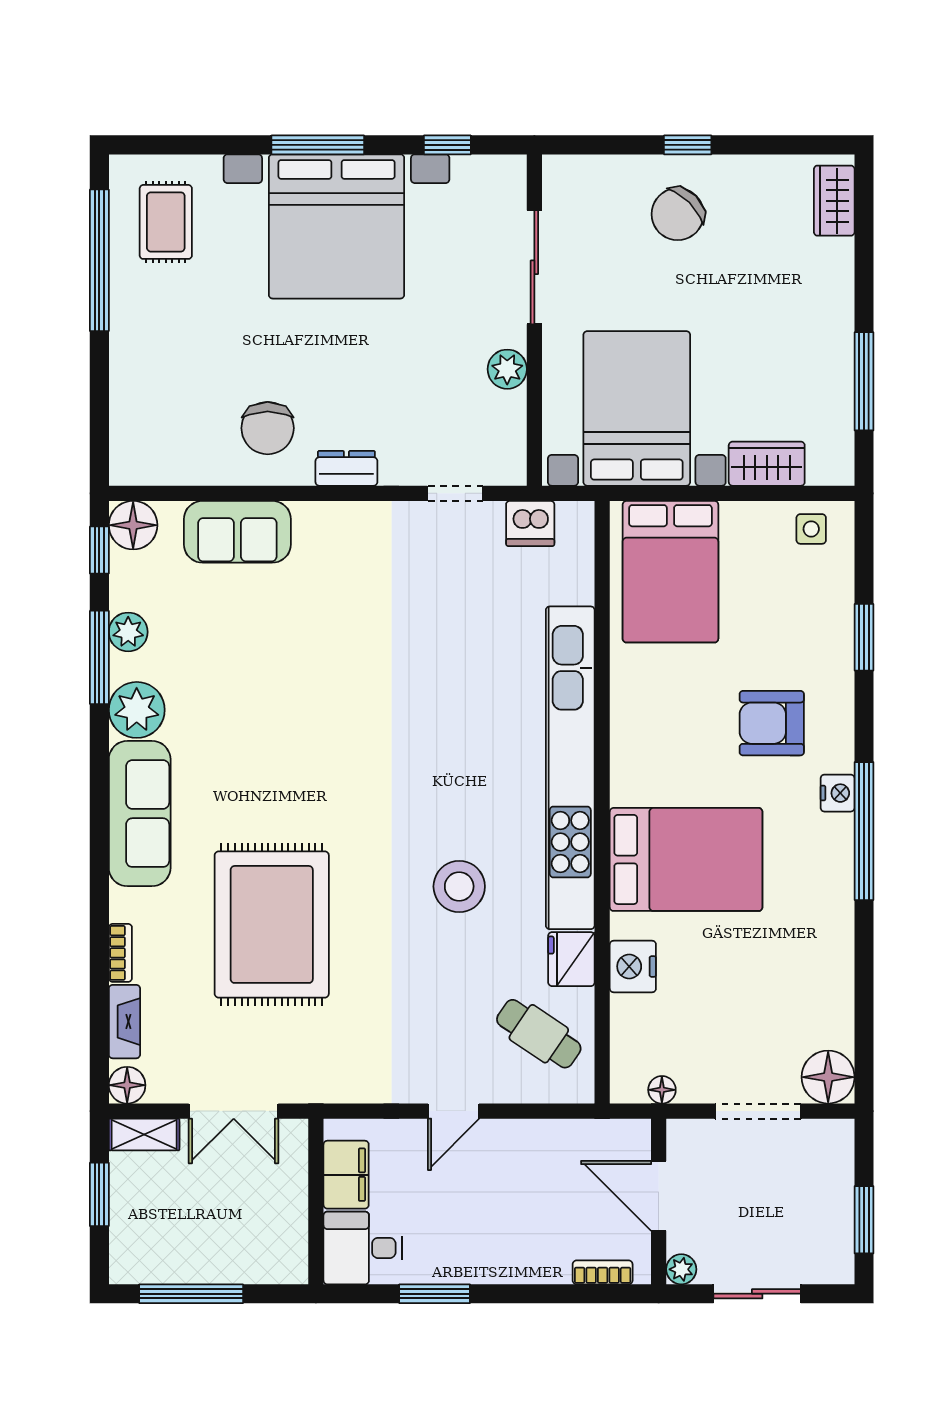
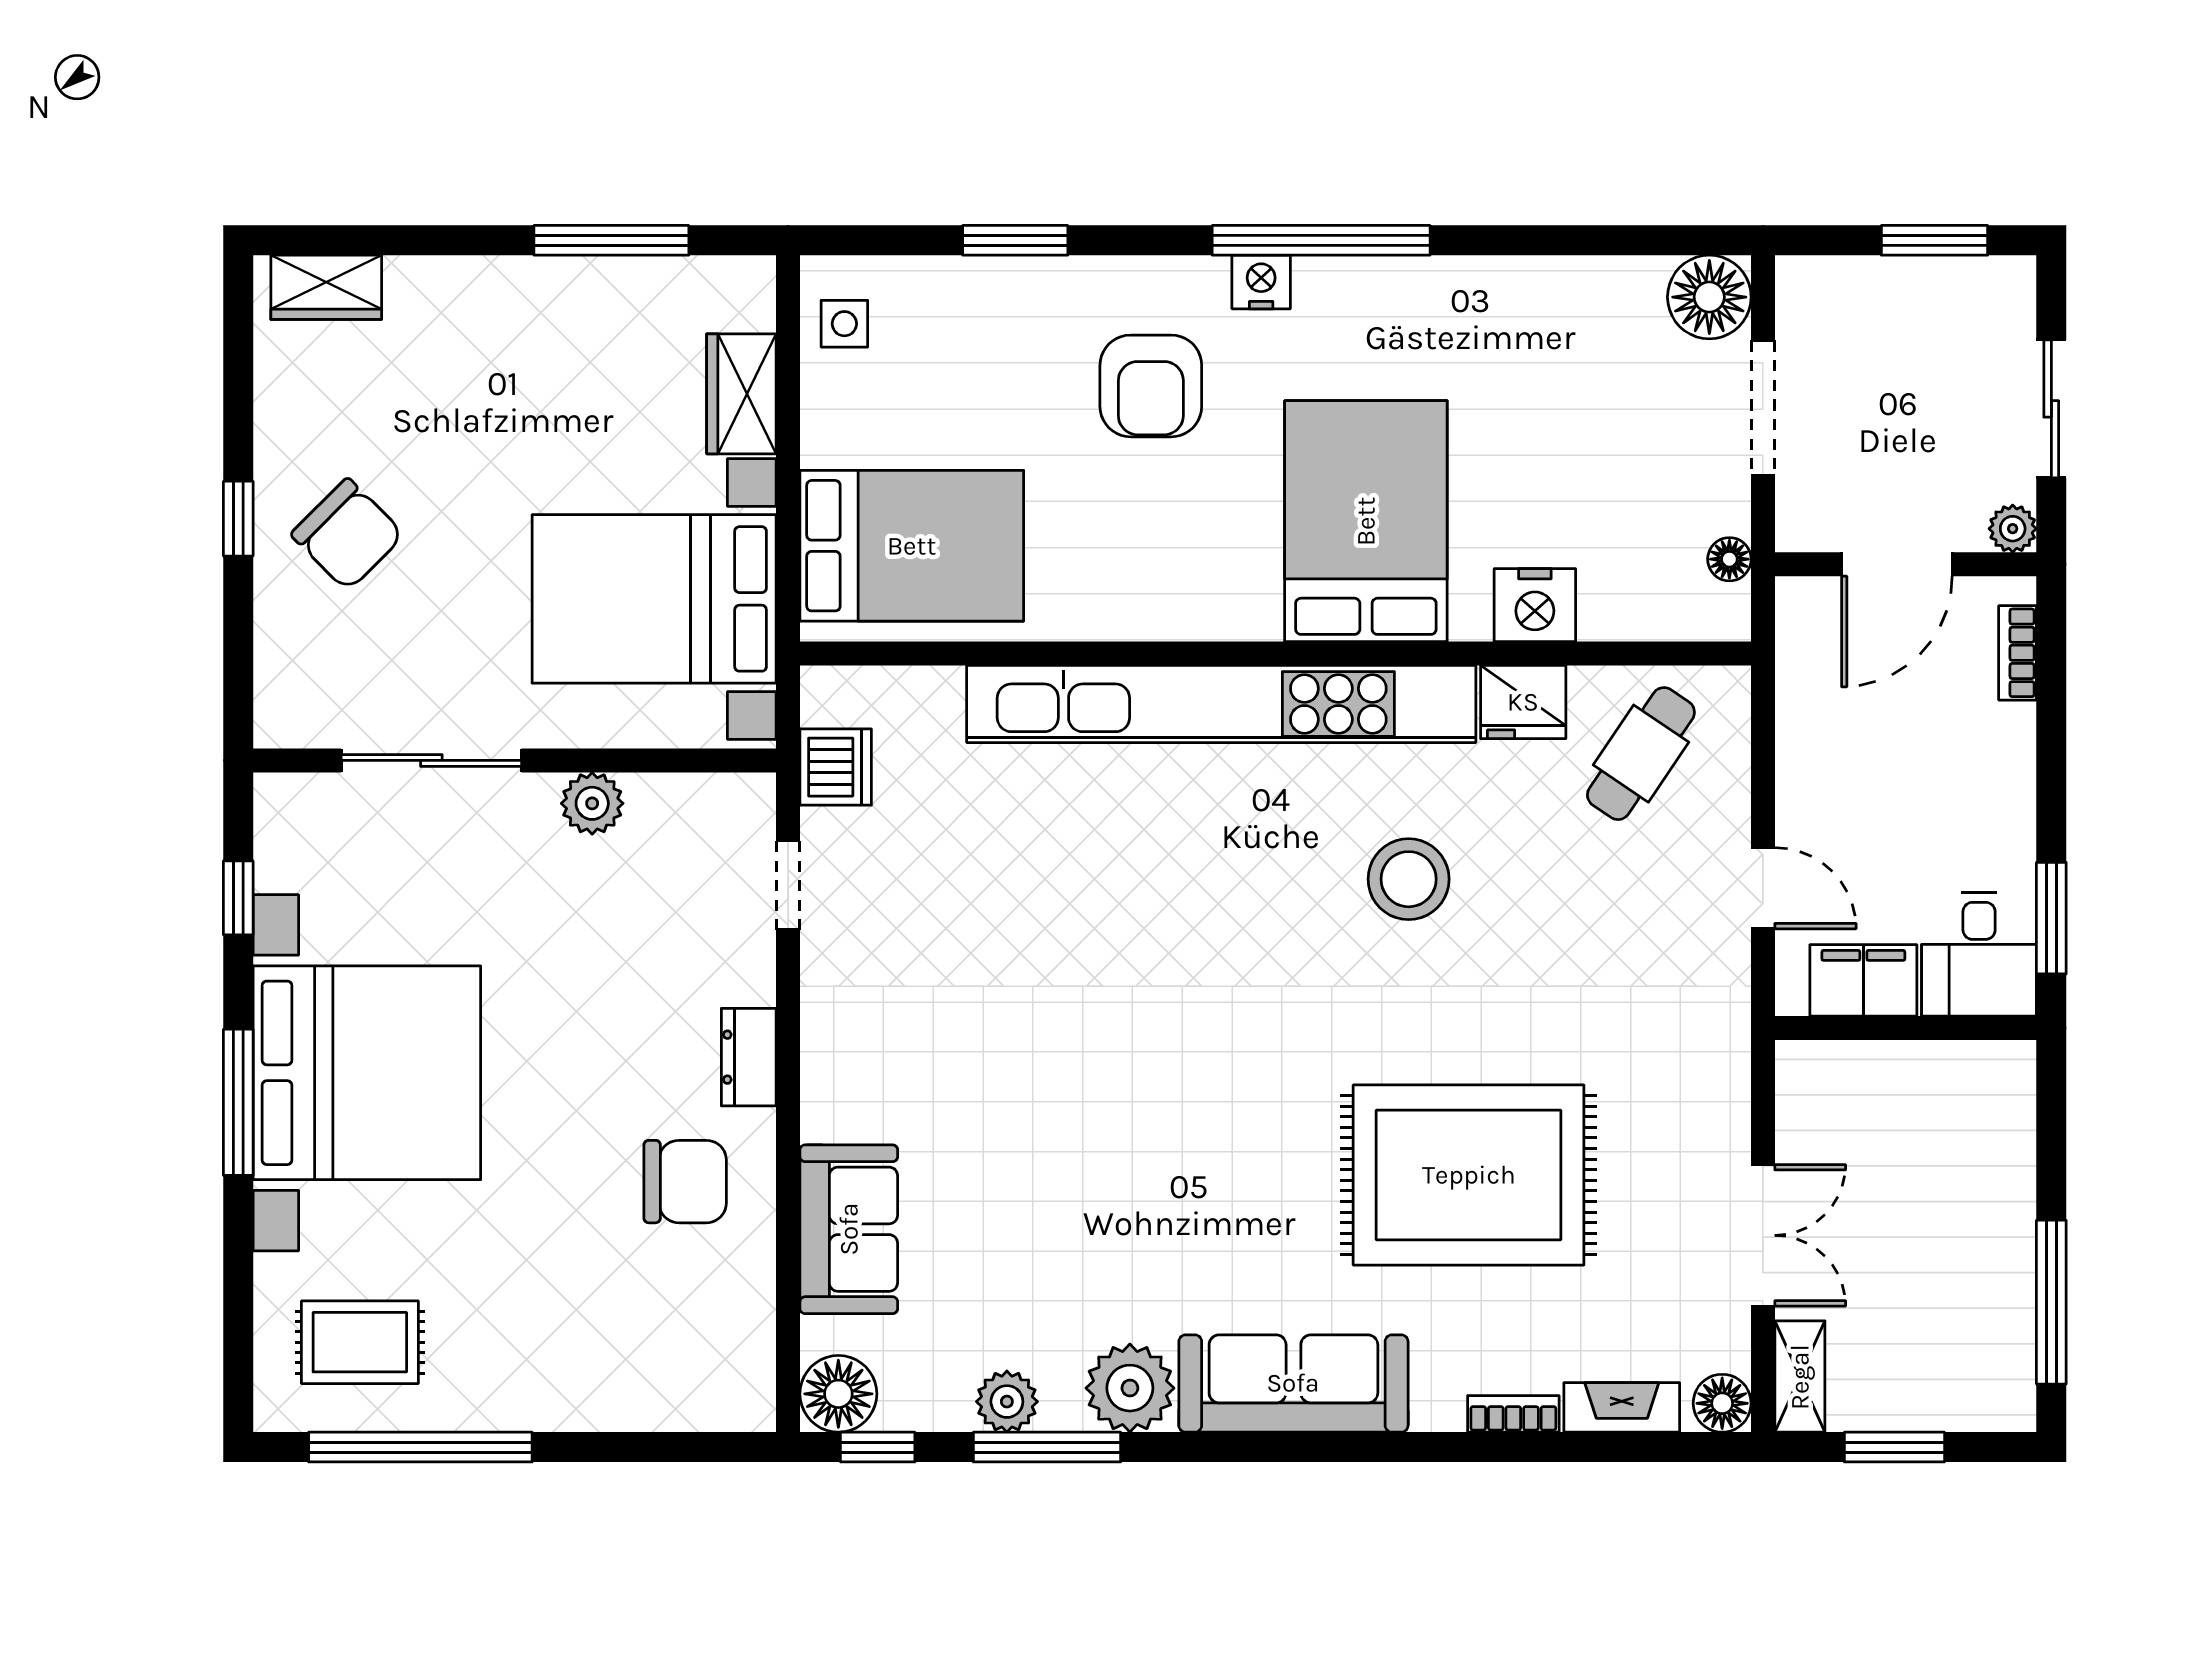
filing cabinet: (346, 1175) -> (1863, 980), moved
wall: (316, 1201) -> (1906, 1028), moved
desk: (363, 1248) -> (1979, 954), moved

